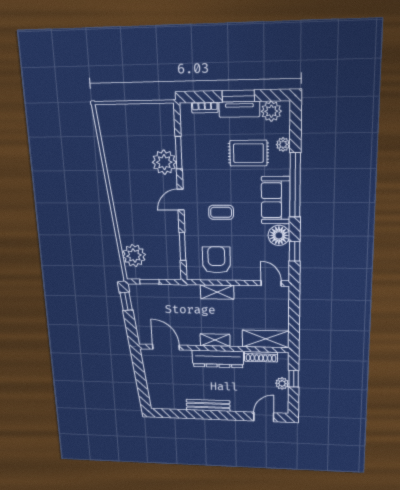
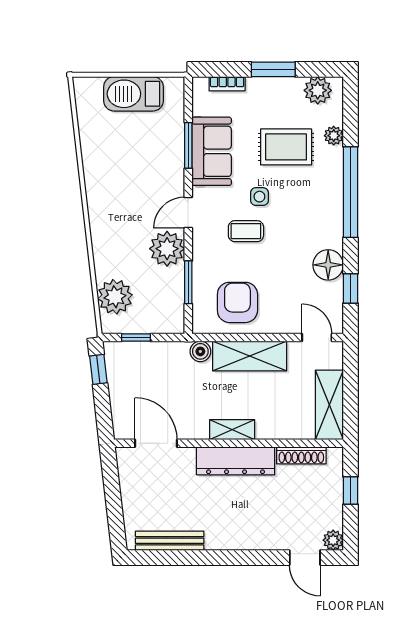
tv unit: (239, 109) -> (275, 87), removed
barbecue: (138, 116) -> (133, 94), added
plant: (164, 162) -> (167, 249), moved
side table: (230, 188) -> (259, 197), added
sofa: (276, 200) -> (212, 151), moved, turned 180
boiler: (192, 291) -> (200, 351), added
shelving: (217, 292) -> (250, 356), width x1.50, depth x1.33
shelving: (266, 339) -> (329, 405), moved, turned 90
plant: (282, 383) -> (333, 540), moved
bench: (208, 405) -> (170, 541), moved
door: (264, 417) -> (305, 558), swing flipped

